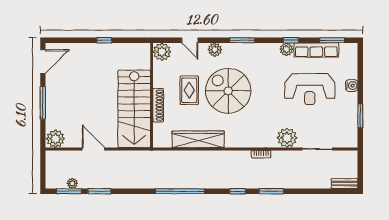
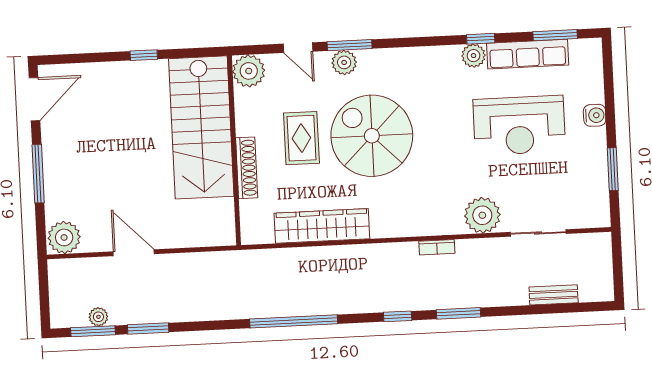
window: (242, 40) -> (350, 45), moved
stairs: (134, 109) -> (201, 127), moved
bench: (344, 184) -> (554, 295), moved

